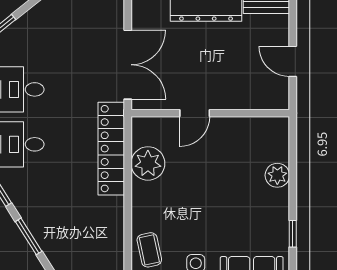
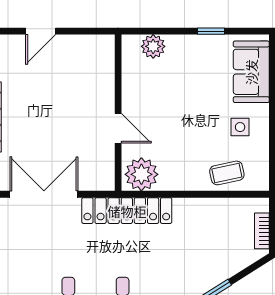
door: (195, 113) -> (118, 128), moved
wall: (210, 113) -> (118, 113), moved

